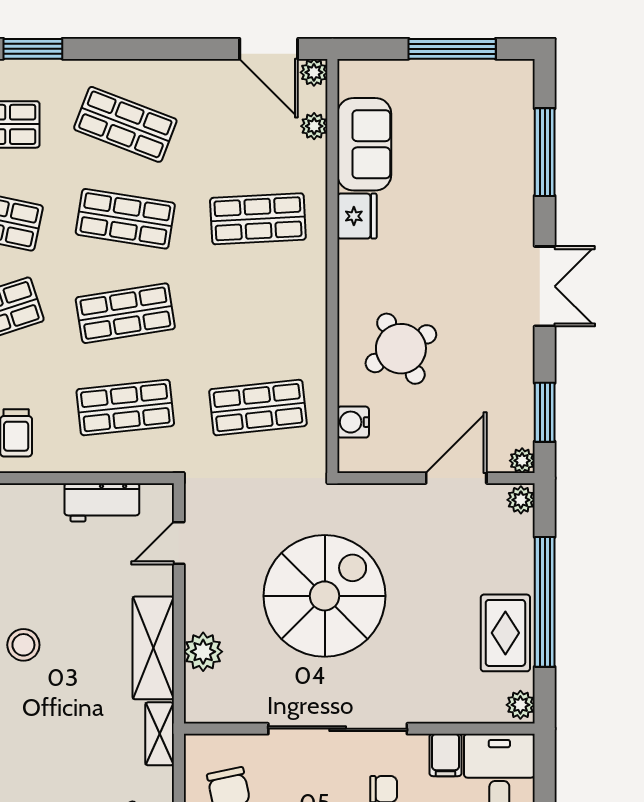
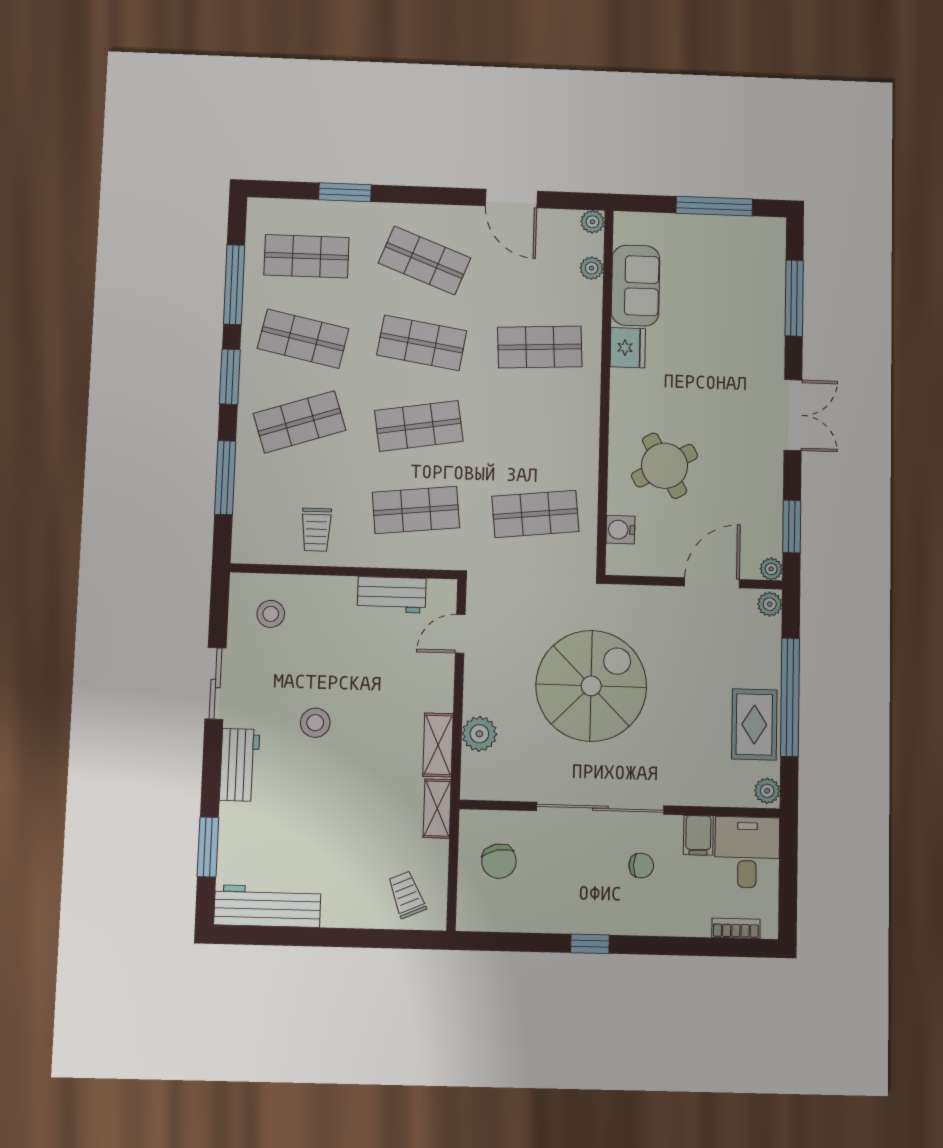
door: (269, 49) -> (511, 198), moved
shelving: (153, 648) -> (438, 745), width x0.67, depth x0.75

